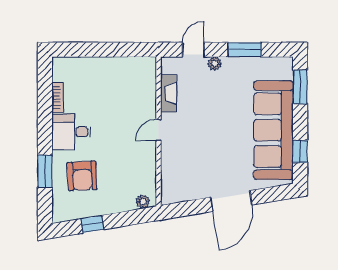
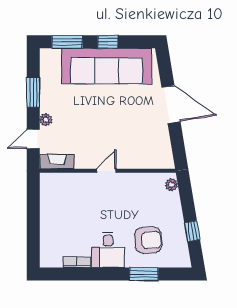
door: (193, 50) -> (33, 139), hinge flipped
fireplace: (169, 93) -> (57, 162), moved
door: (158, 130) -> (106, 171), swing flipped
window: (300, 151) -> (108, 42), moved

